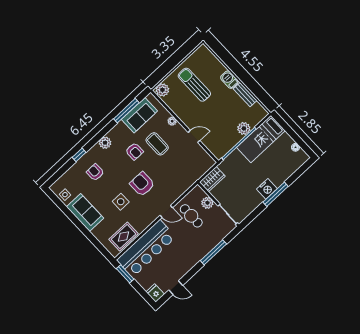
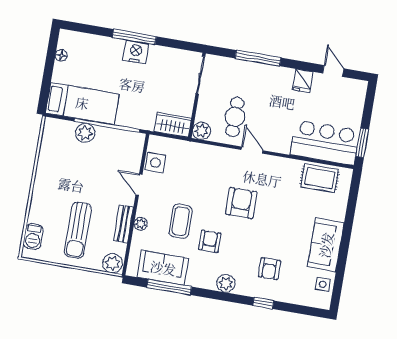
barbecue: (229, 80) -> (33, 237), moved
bench: (245, 95) -> (123, 224), moved
armchair: (142, 184) -> (241, 203), turned 180
side table: (121, 202) -> (155, 163), moved
plant: (207, 203) -> (202, 131), moved
bar counter: (146, 248) -> (325, 143), width x0.73
fridge: (155, 293) -> (303, 81), moved

